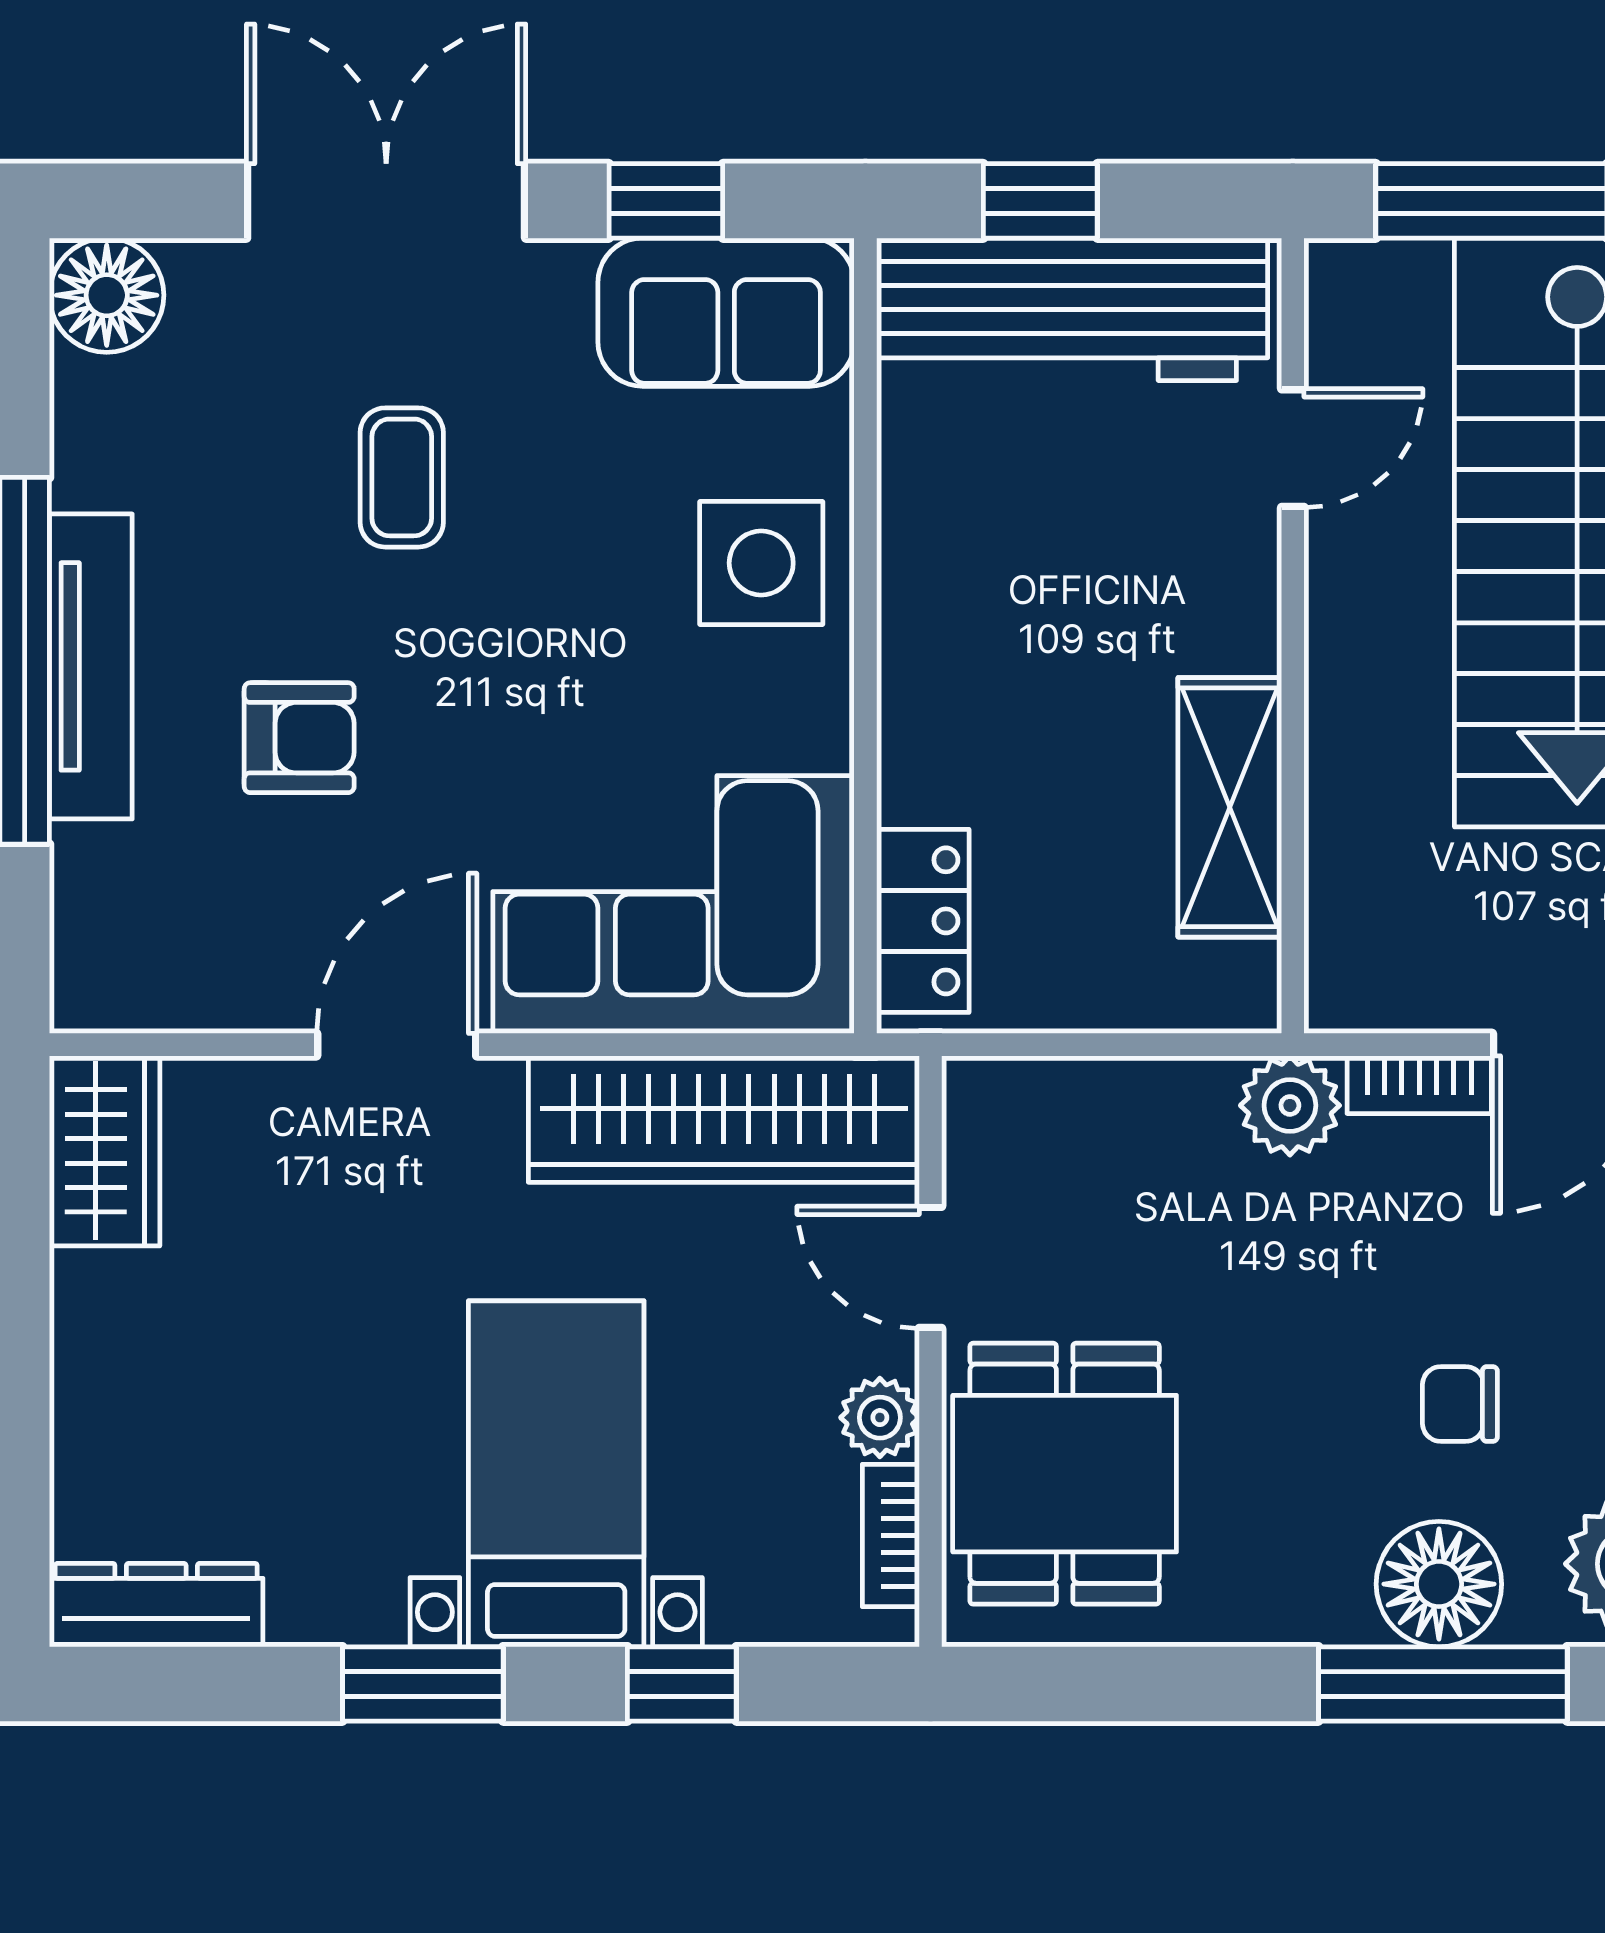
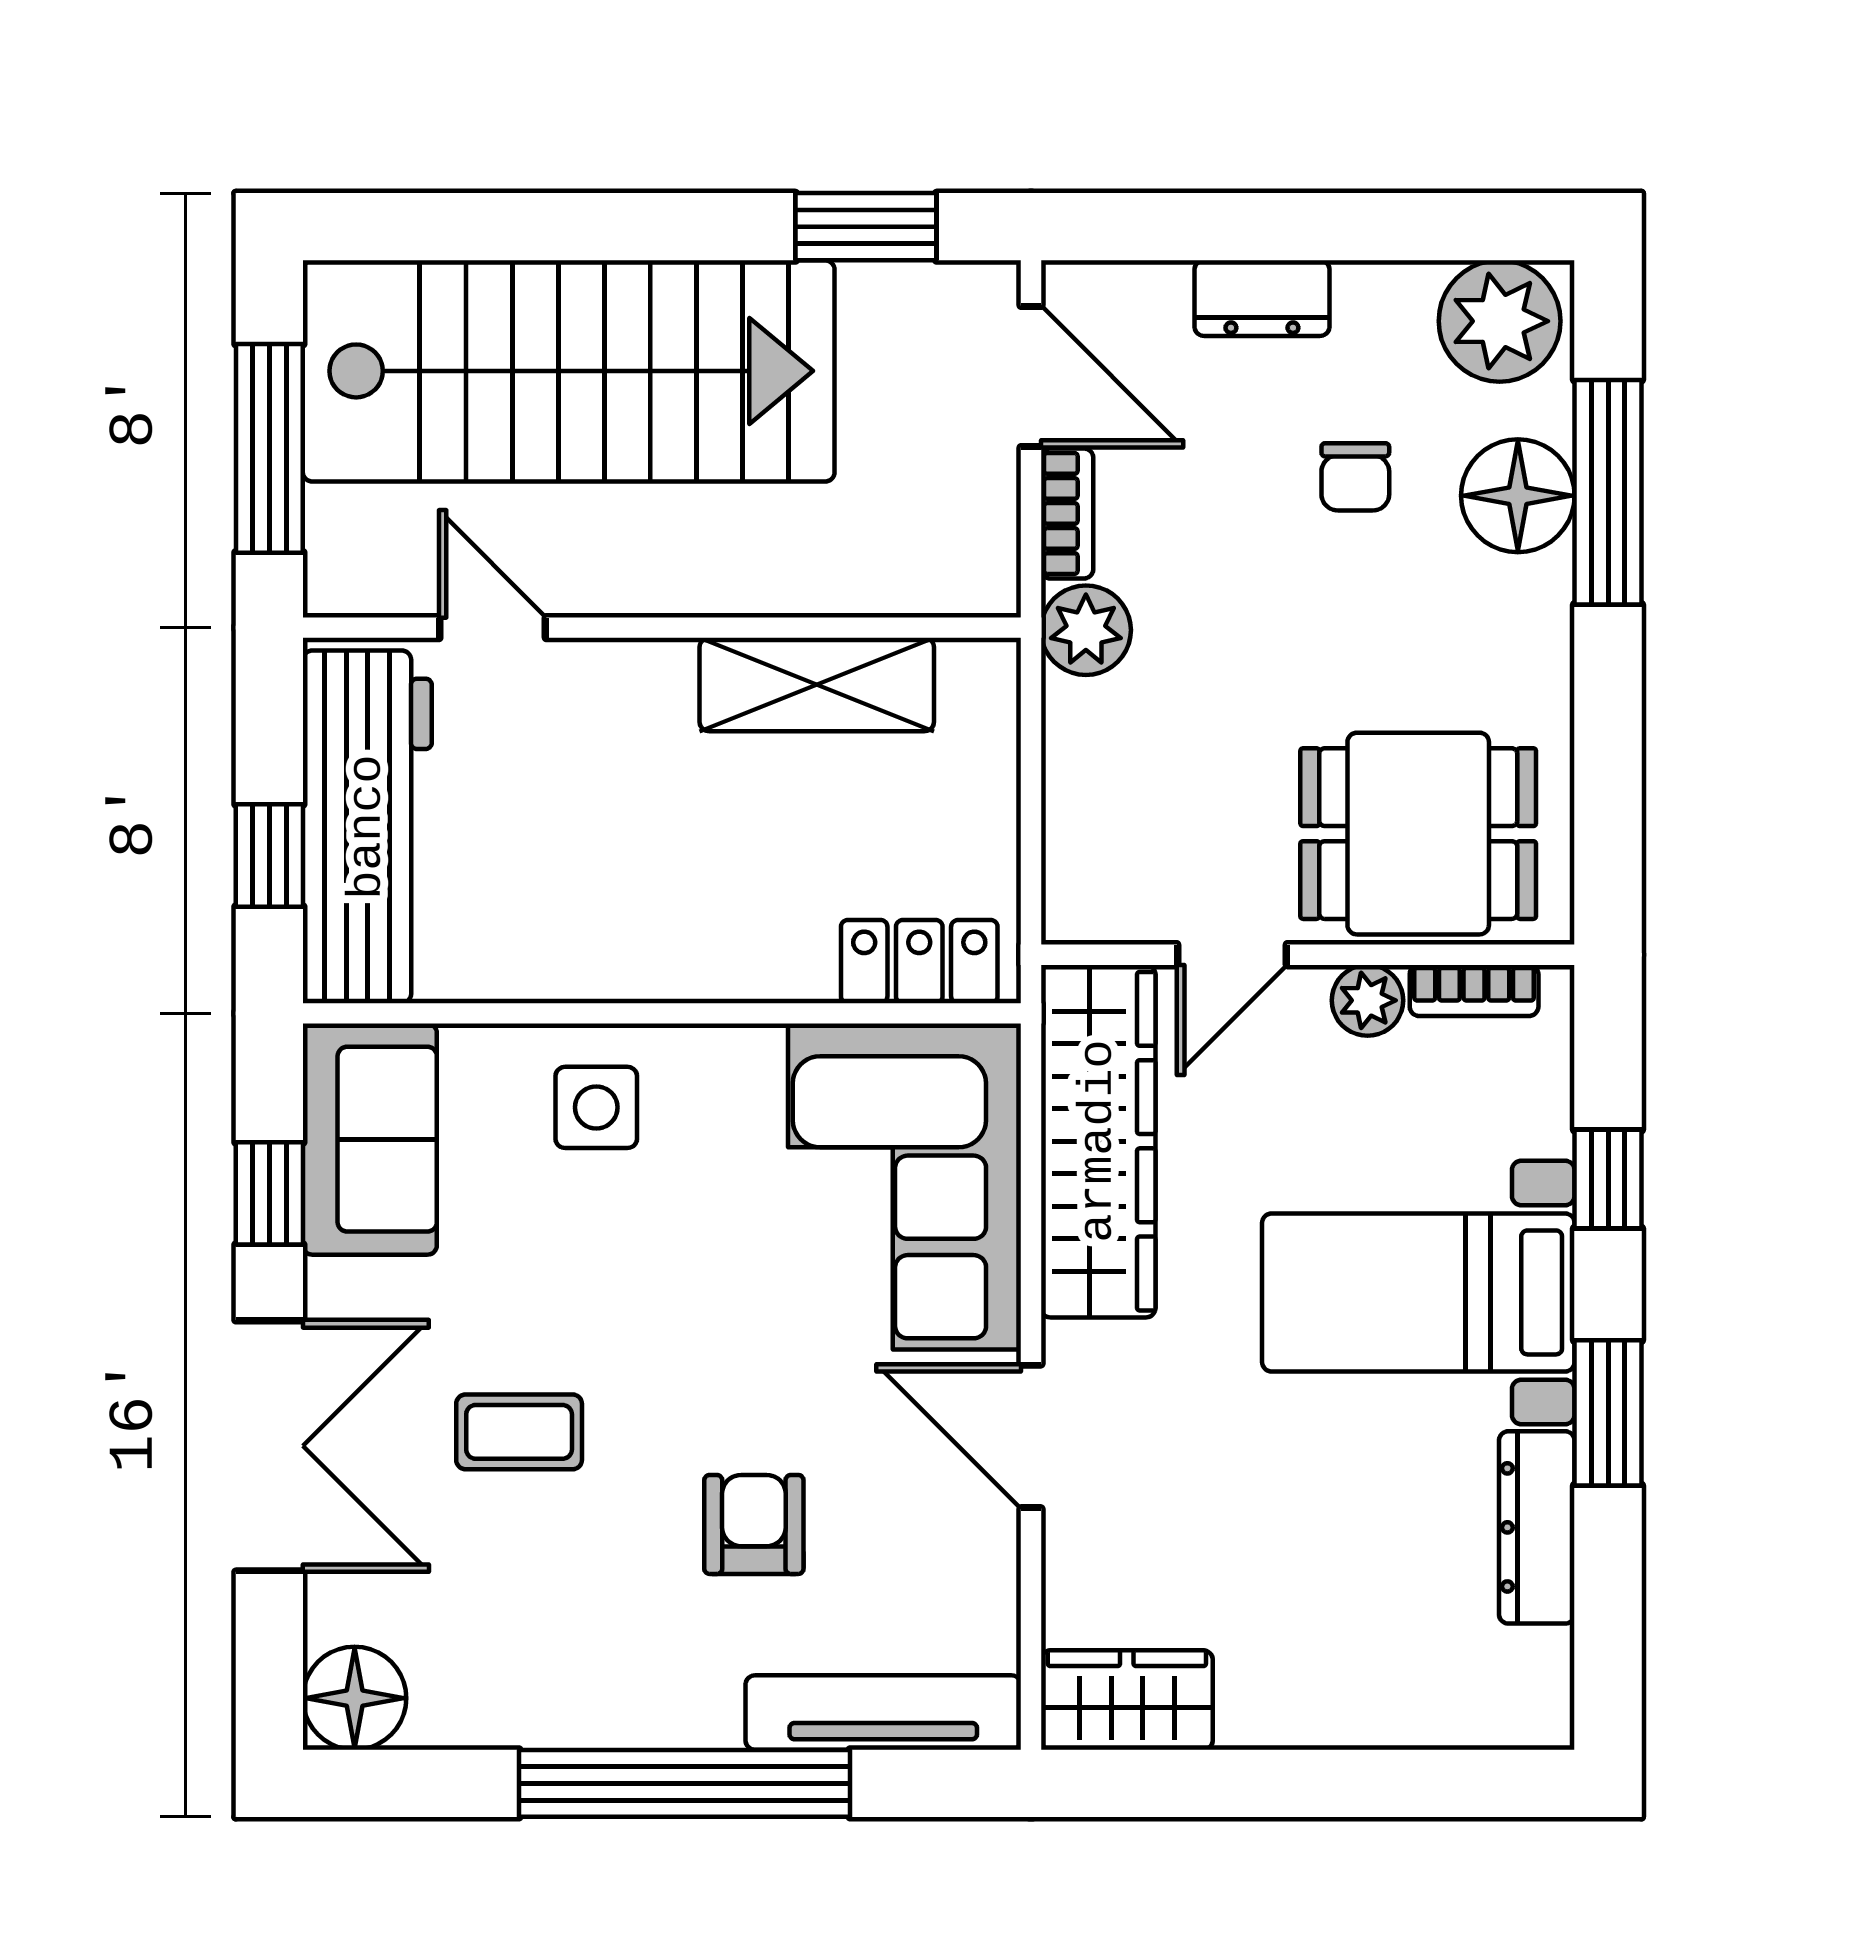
double door: (386, 201) -> (269, 1446), swing flipped
side table: (761, 563) -> (596, 1107), width x0.73, depth x0.73
tv unit: (91, 666) -> (883, 1712), moved
dresser: (156, 1605) -> (1537, 1527), moved

